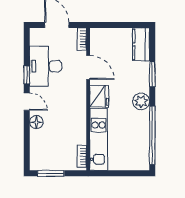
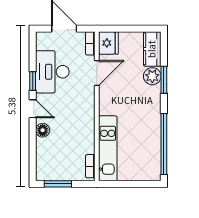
door: (88, 67) -> (97, 73), hinge flipped
fridge: (99, 96) -> (108, 43), moved
plant: (141, 101) -> (152, 76), moved

